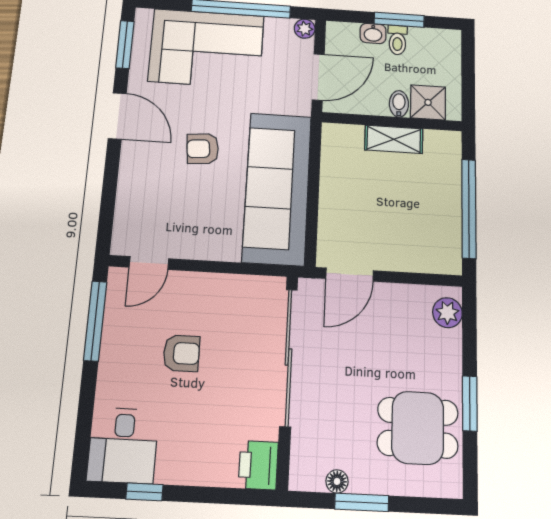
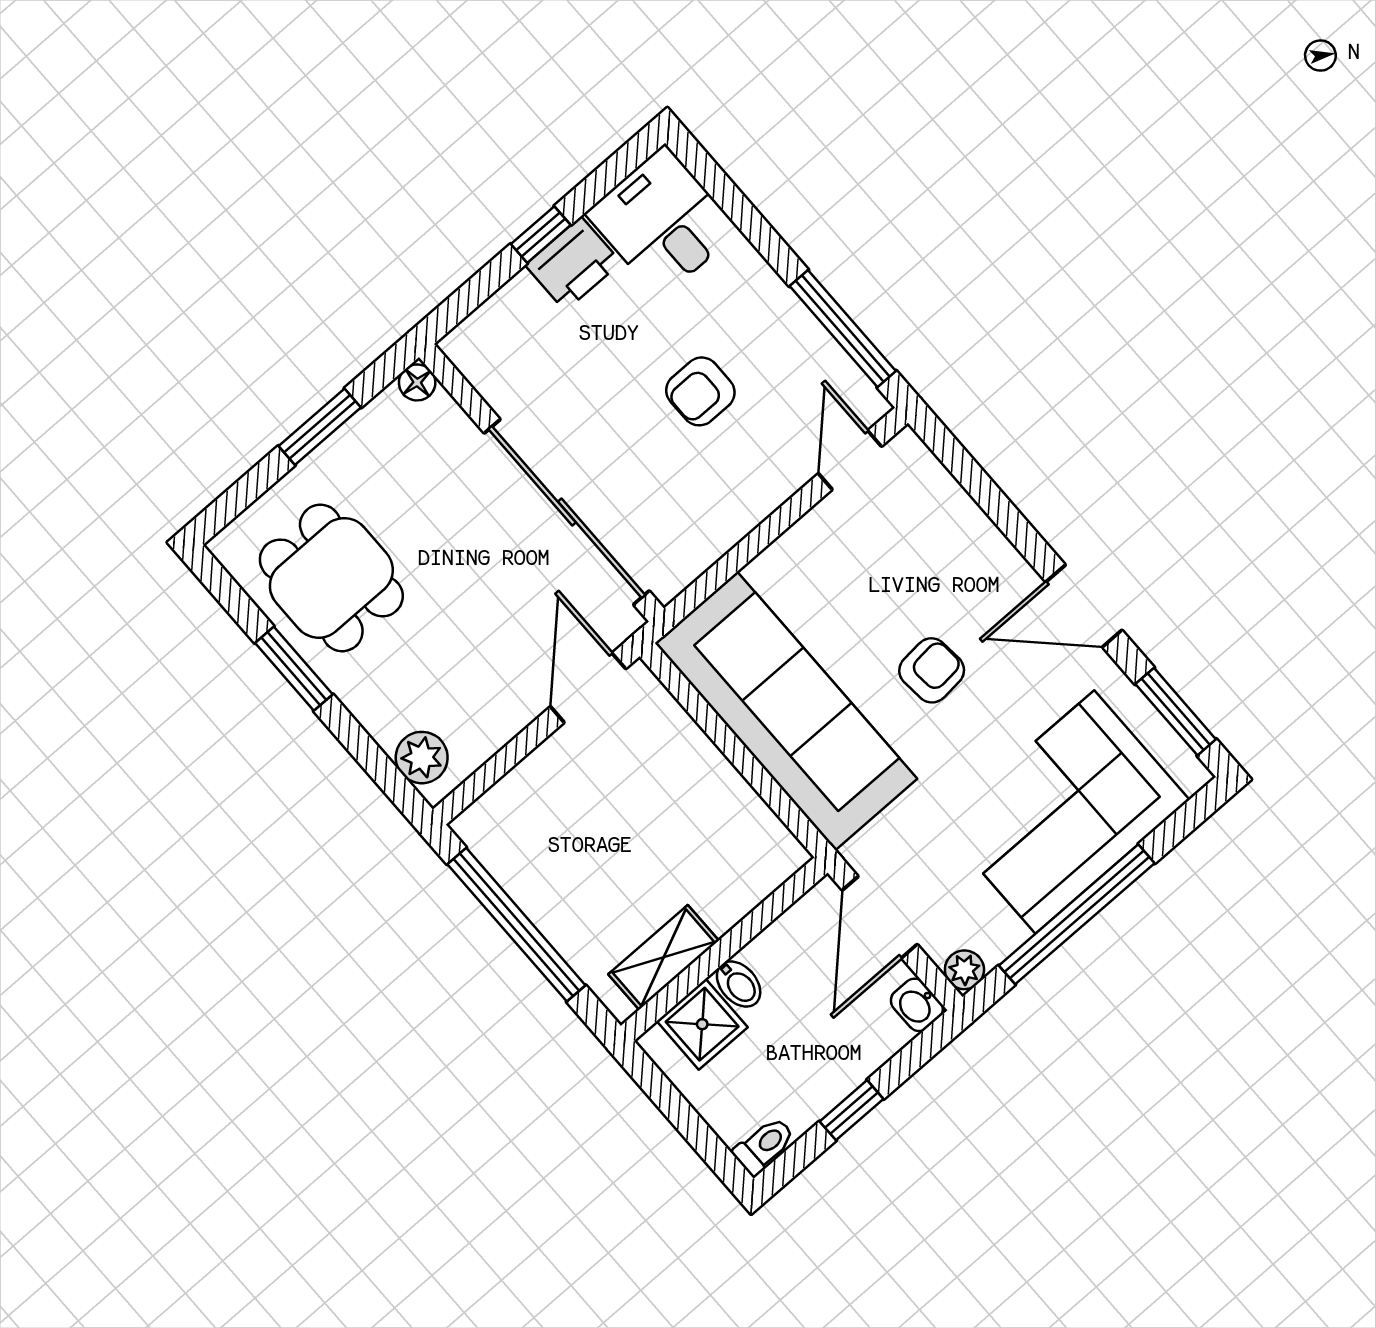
window: (399, 20) -> (851, 1110), width x0.67
washbasin: (373, 33) -> (917, 1005), moved, turned -90
toilet: (397, 40) -> (764, 1146), moved, turned 90
shelving: (394, 139) -> (663, 957), moved
dining table: (418, 428) -> (331, 578), turned 90
printer: (258, 465) -> (573, 264), moved, turned 90
floor lamp: (337, 481) -> (417, 382), moved
window: (144, 492) -> (541, 235), moved

